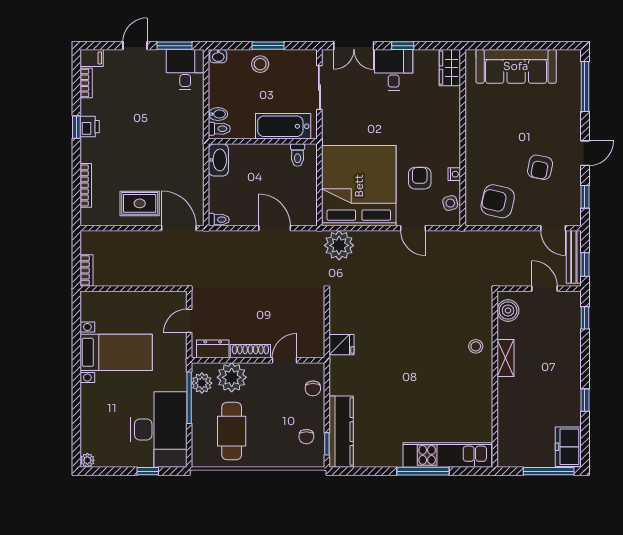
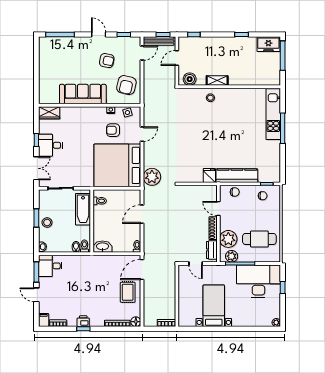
sofa: (516, 66) -> (83, 94), moved, turned -90
floor lamp: (89, 217) -> (136, 322), added
kitchen counter: (341, 432) -> (237, 176), moved

